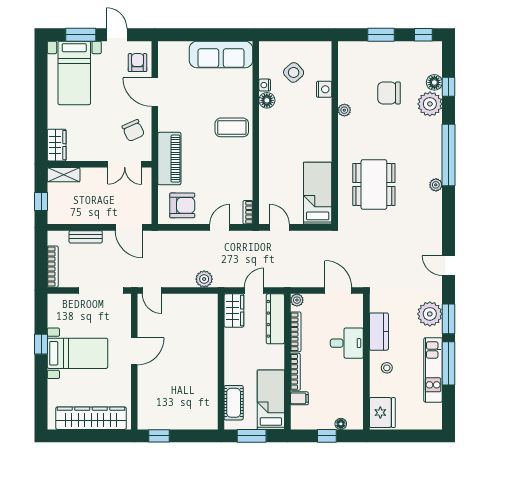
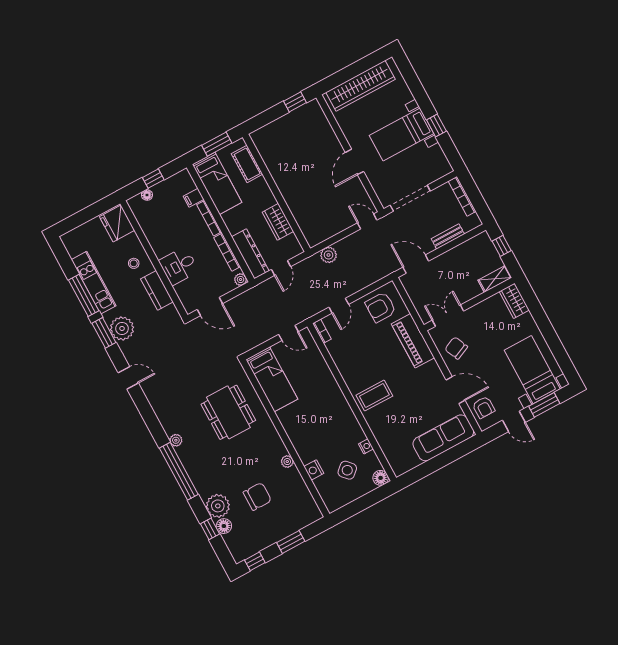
sofa: (221, 54) -> (443, 438), moved
floor lamp: (267, 100) -> (381, 478), moved
wardrobe: (234, 311) -> (278, 222), moved

